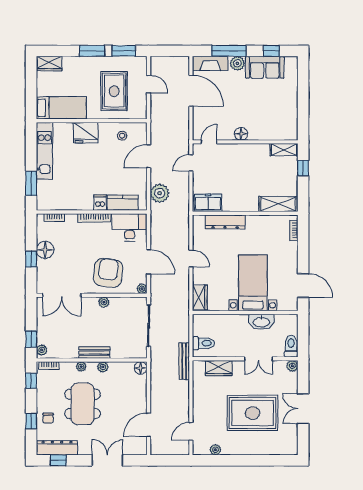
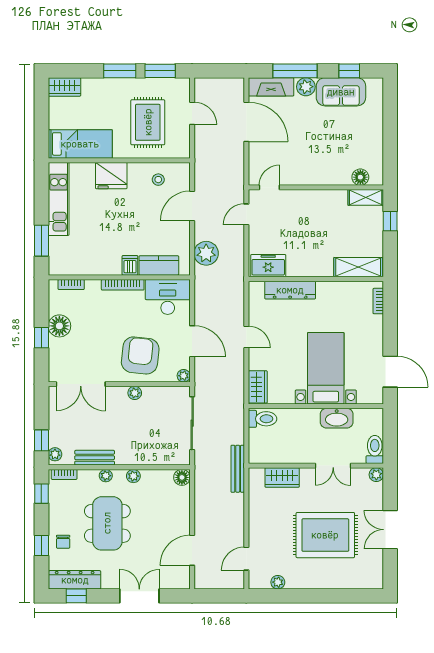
floor lamp: (241, 134) -> (360, 177), moved
toilet: (204, 343) -> (263, 419), moved
bench: (94, 353) -> (95, 458), moved

